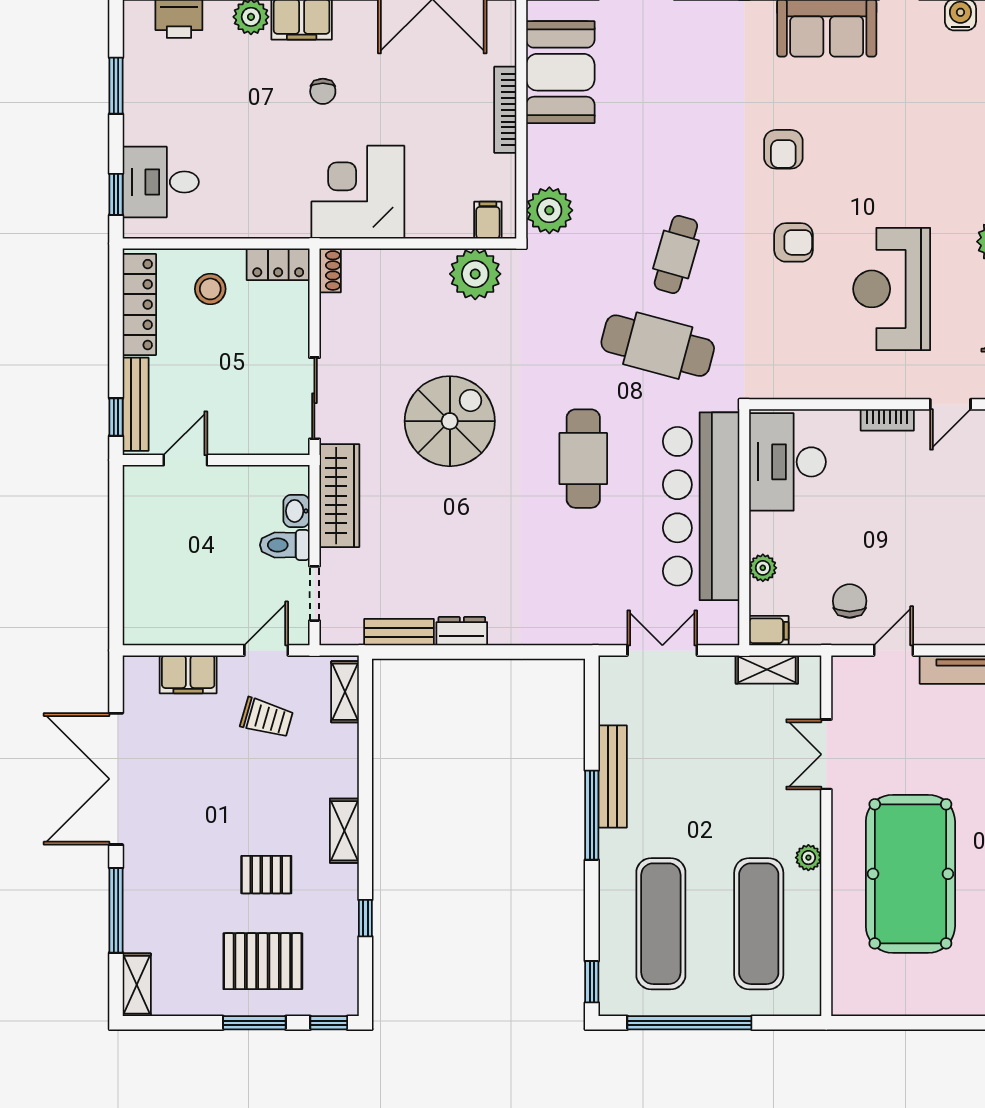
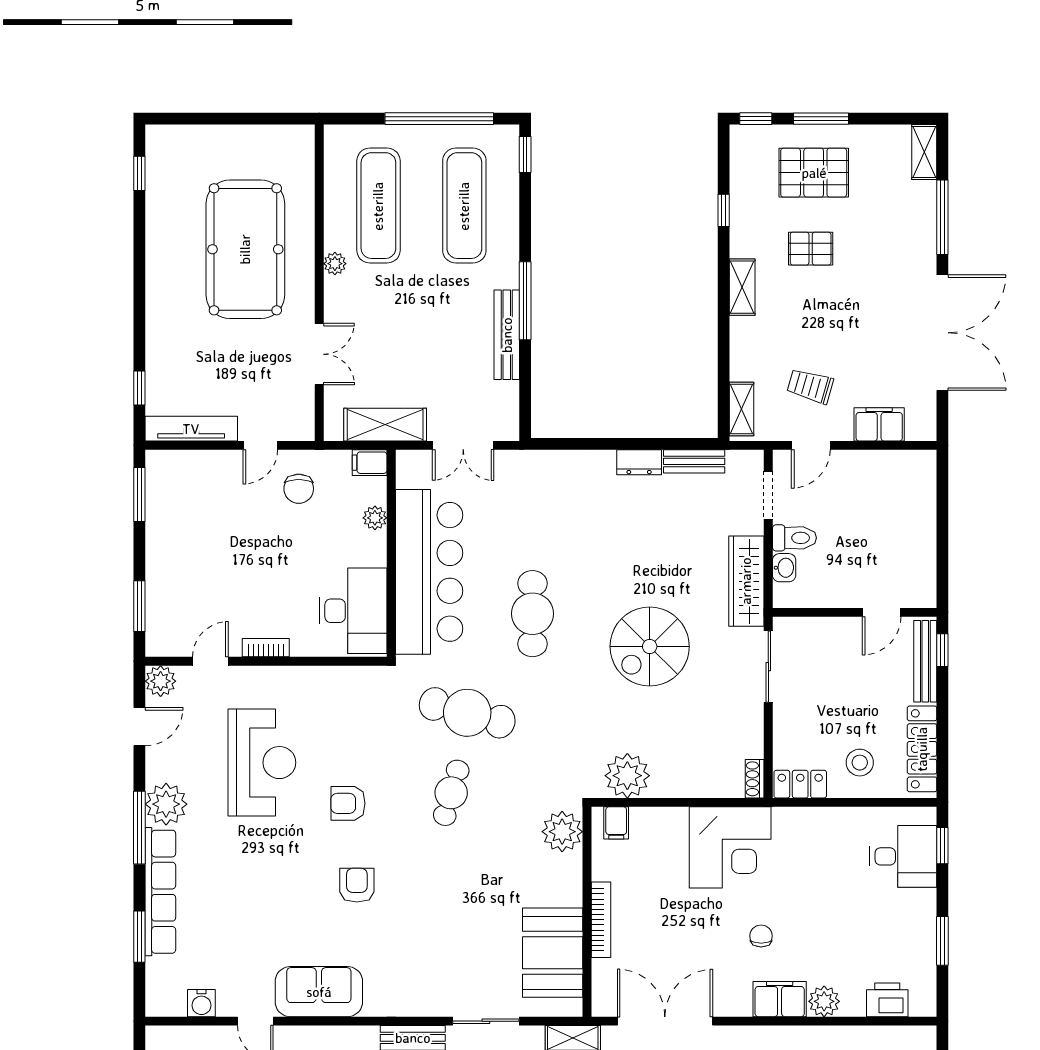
shelving: (767, 669) -> (385, 425), width x1.50, depth x1.33

